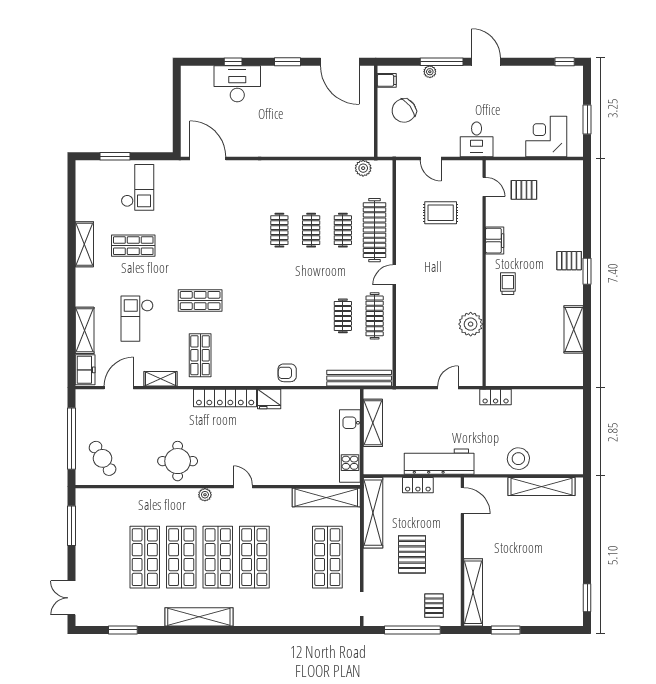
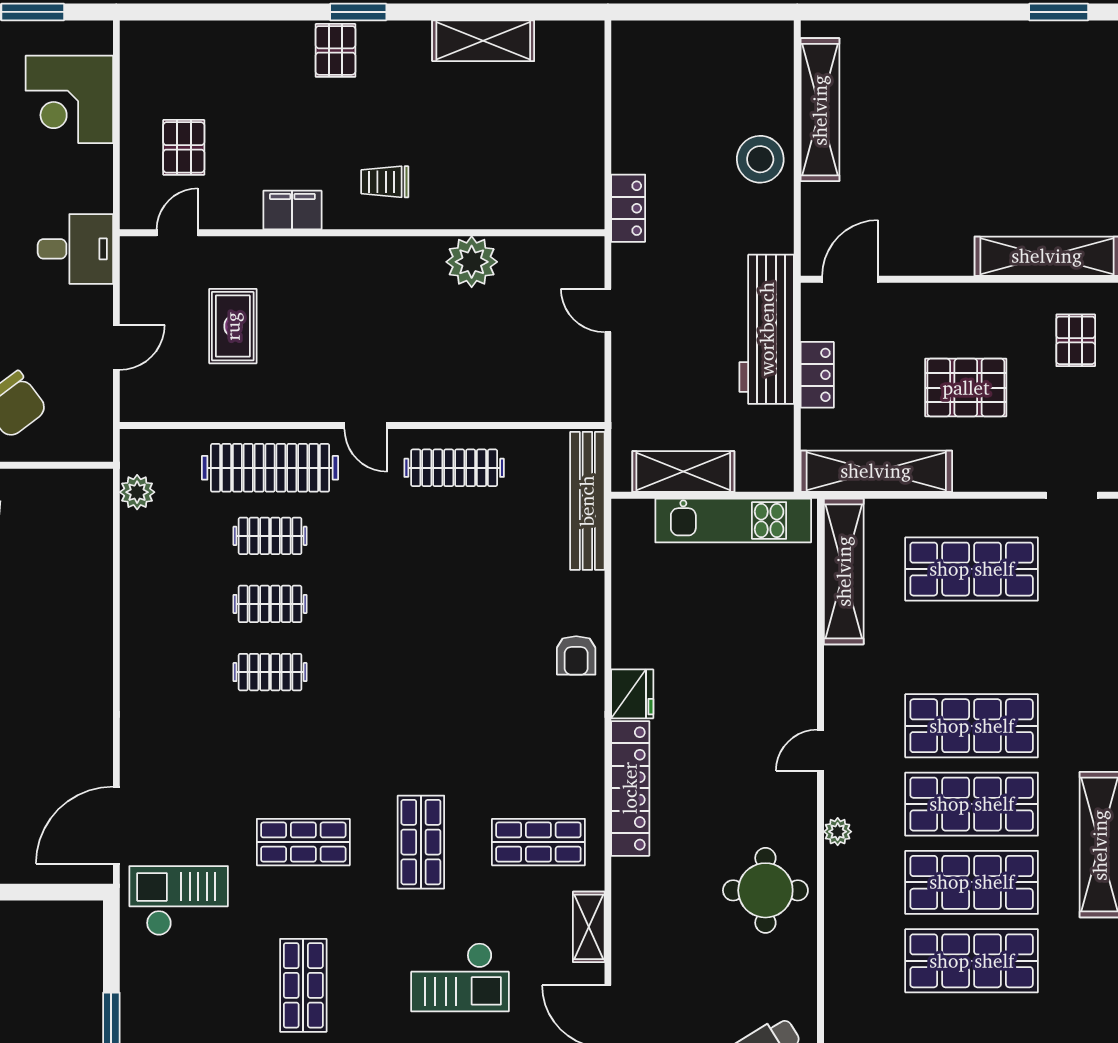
checkout: (138, 187) -> (179, 901), moved
shop shelf: (200, 246) -> (303, 842), added
clothes rail: (343, 316) -> (454, 536), removed
pallet: (434, 606) -> (1076, 340), turned 90

